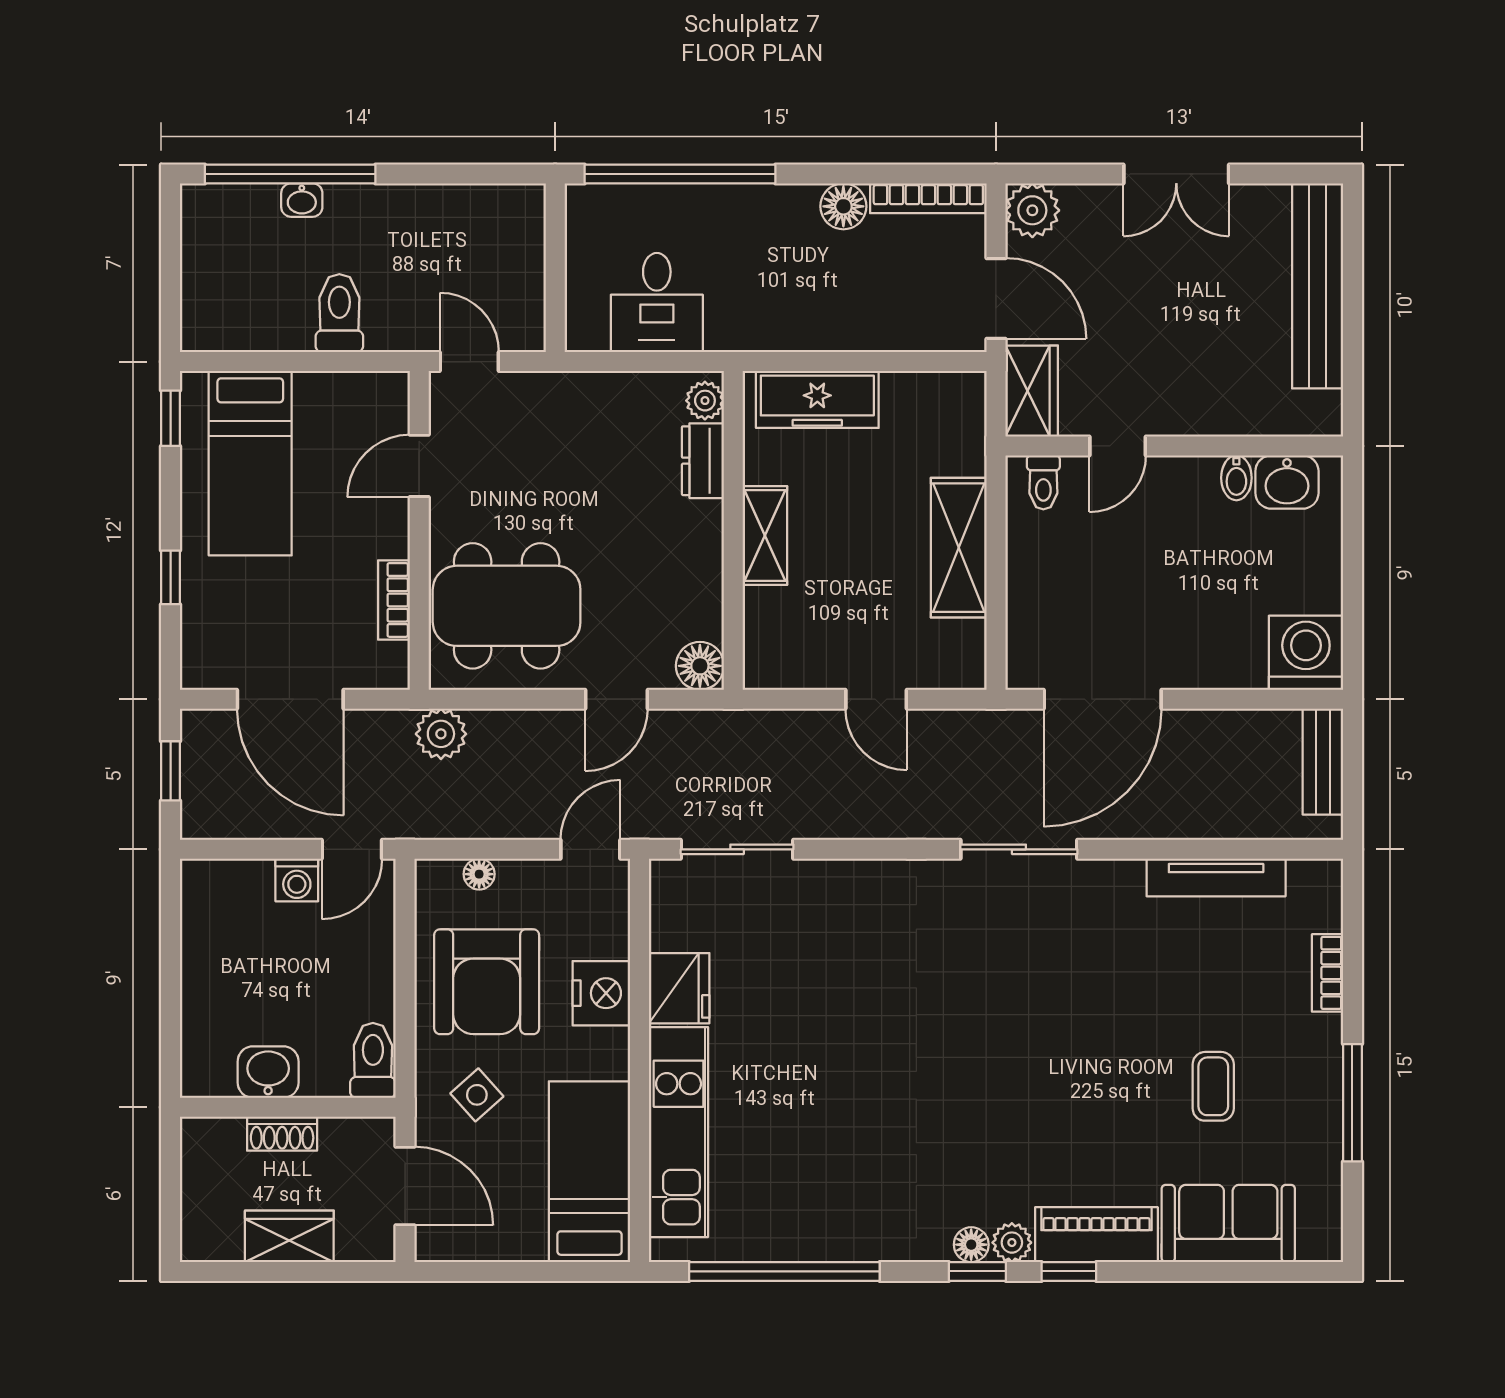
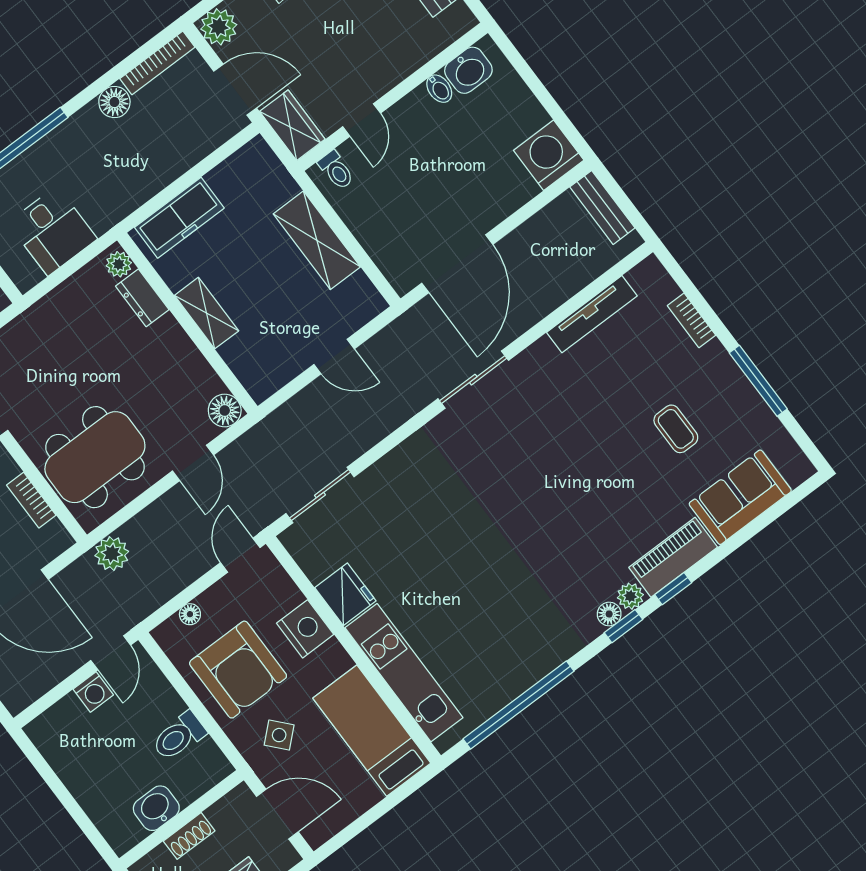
toilet: (373, 1060) -> (179, 736), moved, turned -90

